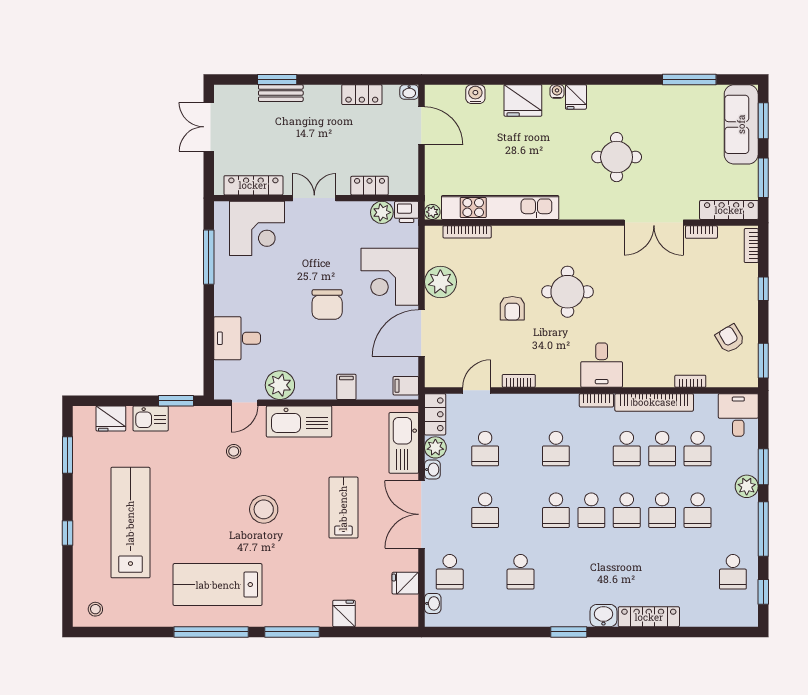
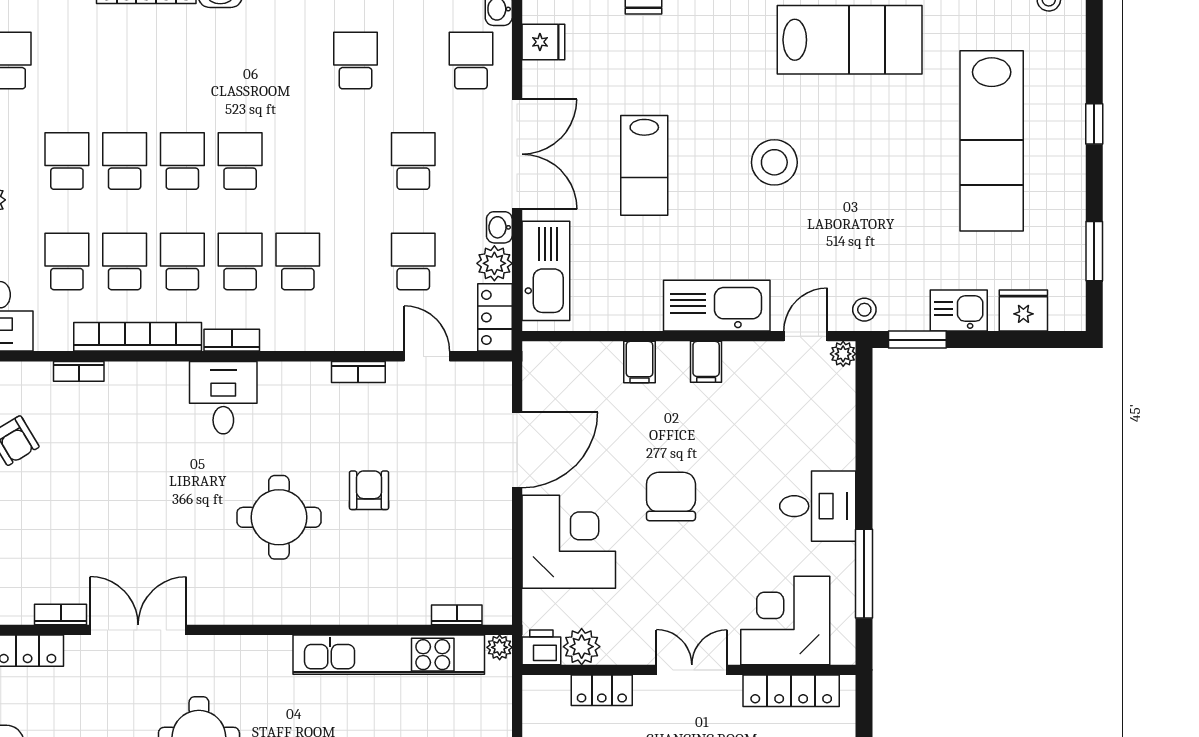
double door: (314, 198) -> (692, 670), swing flipped
bookcase: (467, 232) -> (457, 615), width x0.64
plant: (440, 282) -> (486, 533), removed
desk: (237, 338) -> (818, 506), moved
plant: (280, 385) -> (843, 354), moved, width x0.53, depth x0.53
filing cabinet: (406, 386) -> (706, 362), moved, turned 90
door: (477, 390) -> (427, 356), swing flipped
stool: (234, 451) -> (864, 310), moved
school desk: (556, 510) -> (240, 261), moved

